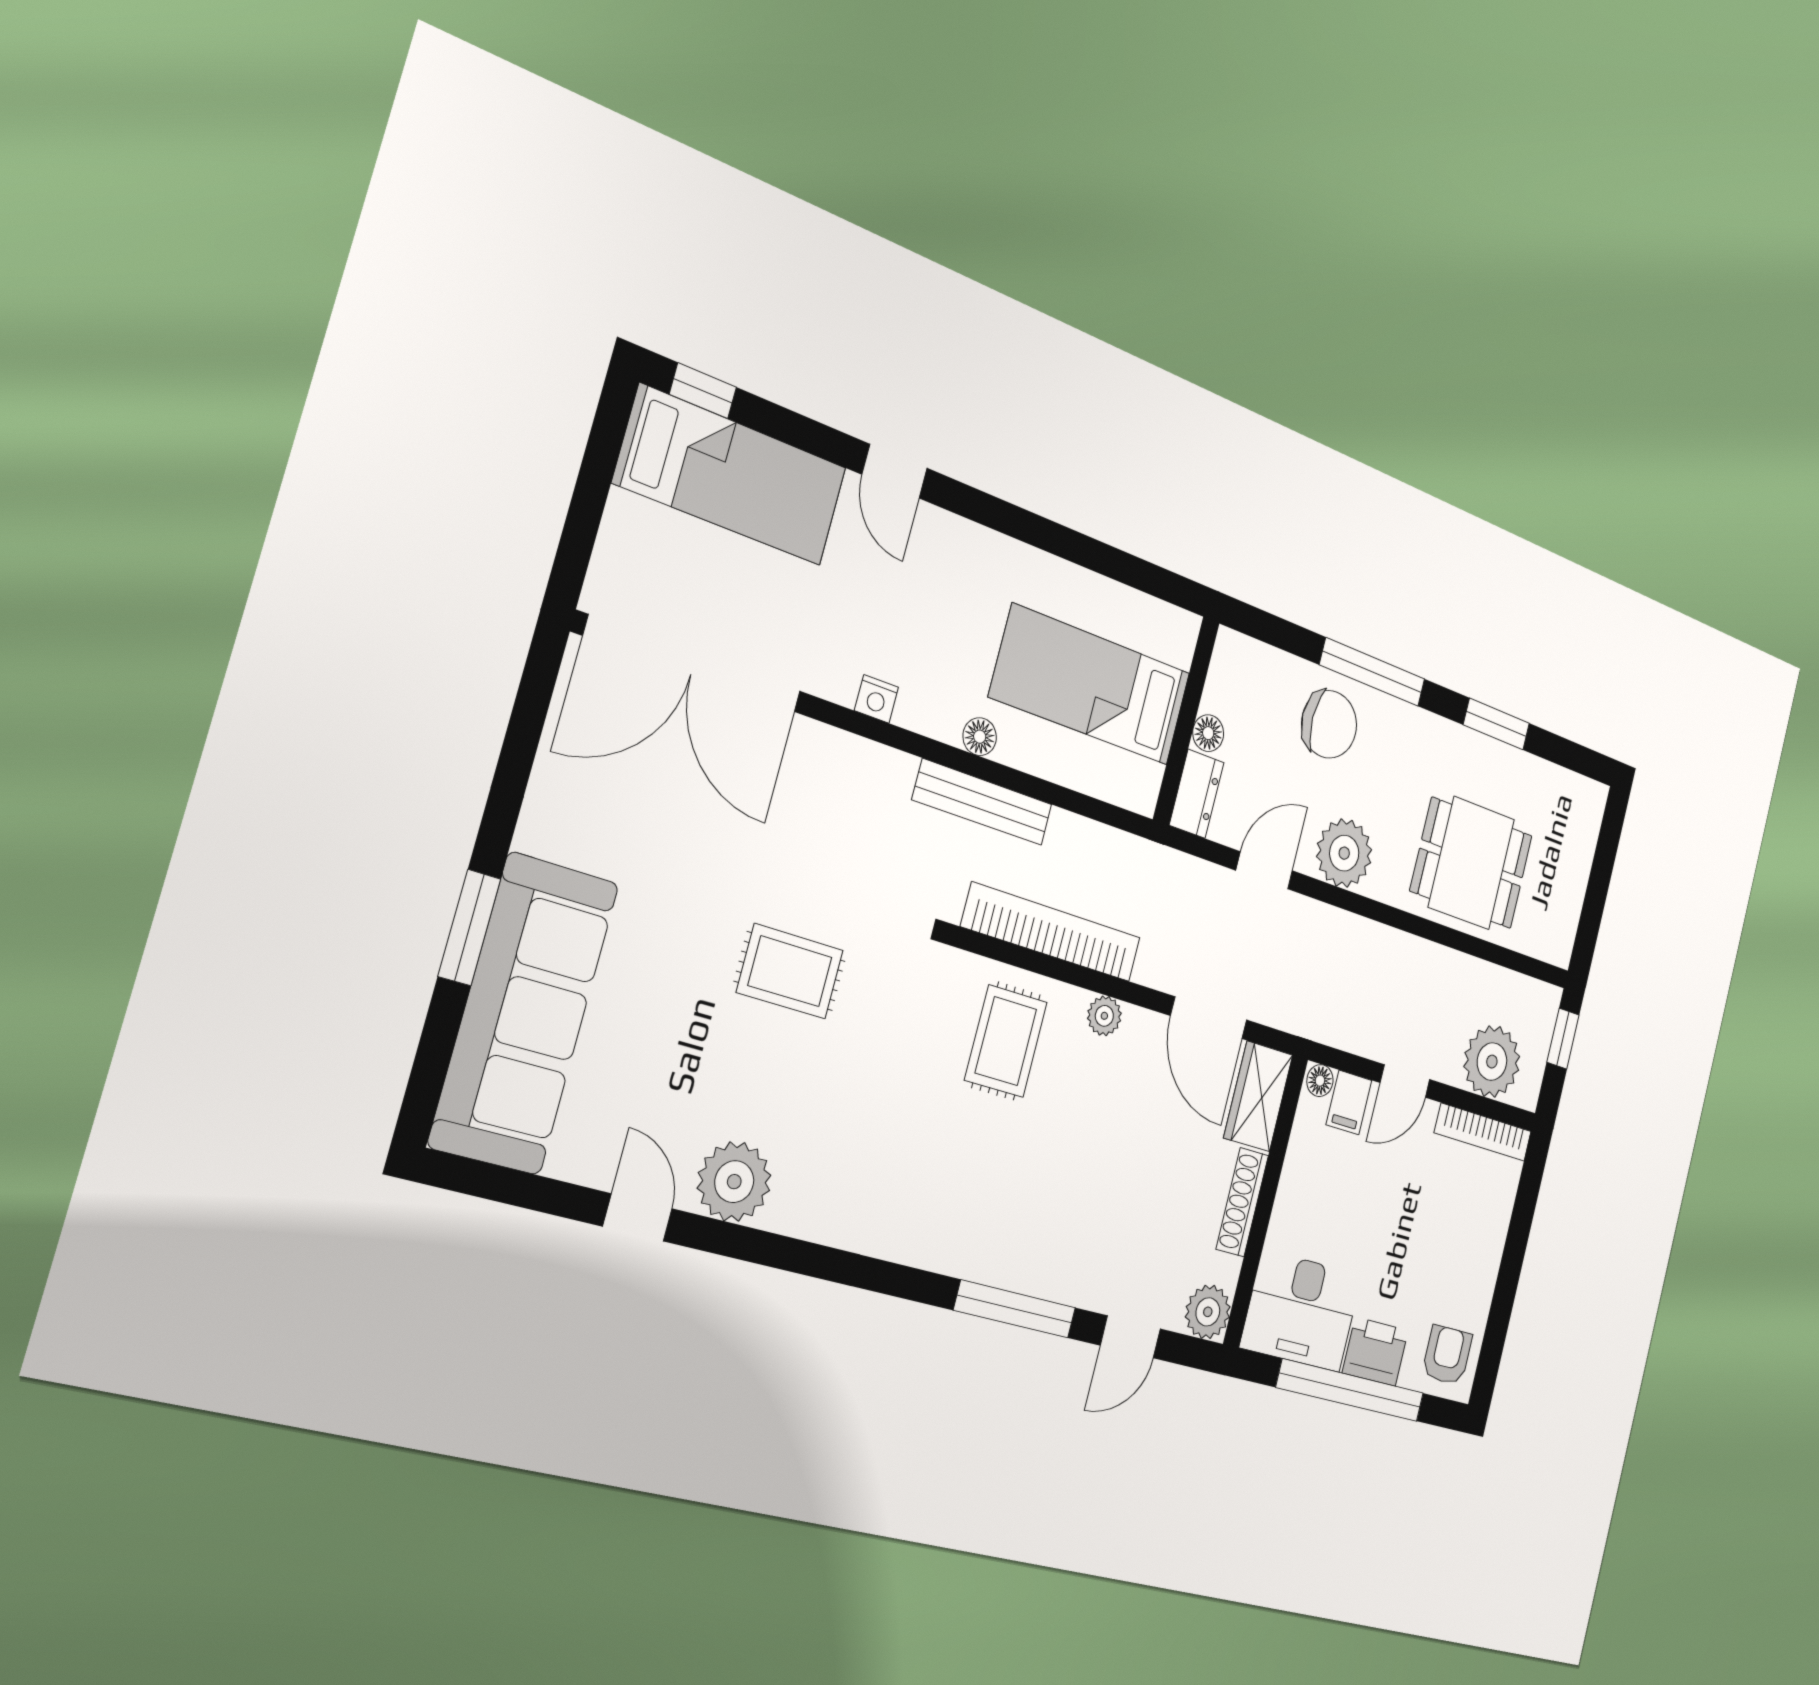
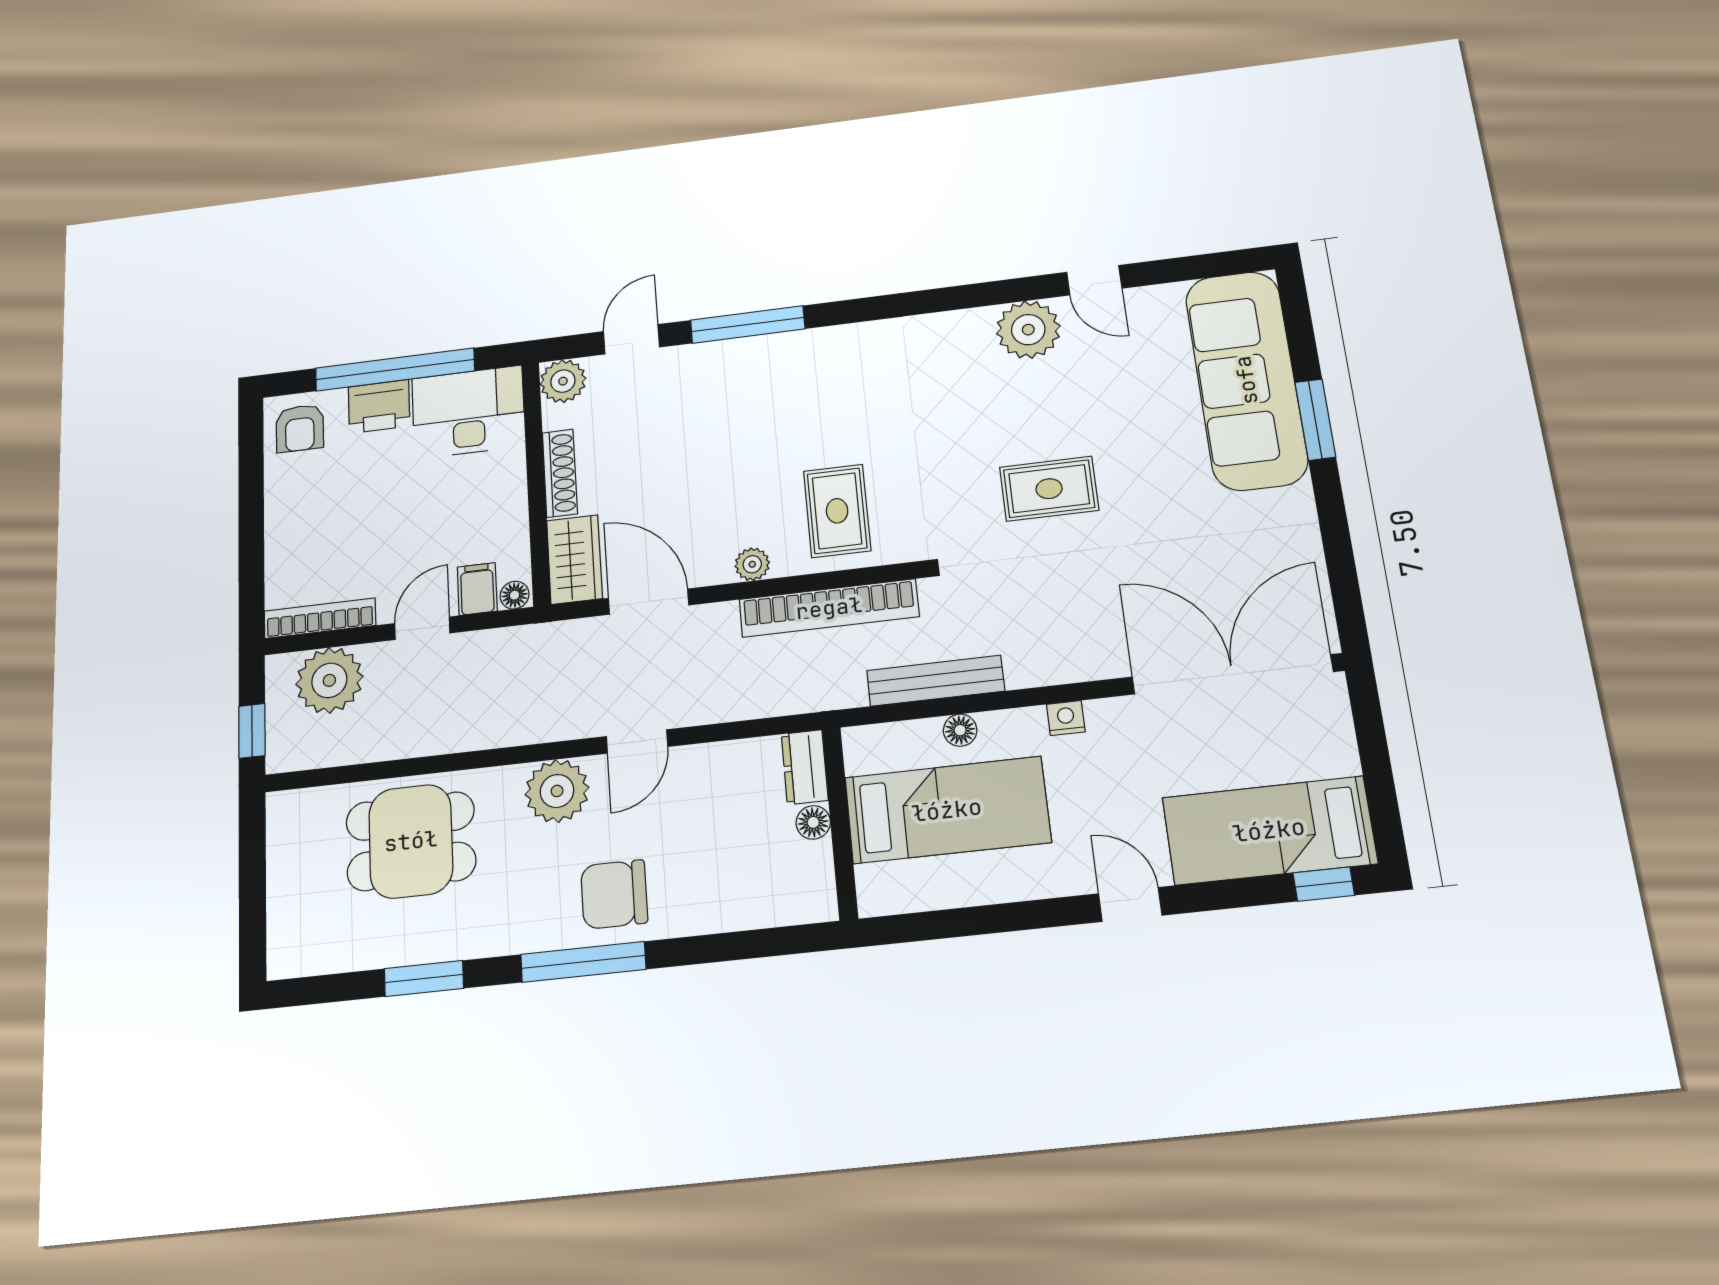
bed: (1091, 685) -> (947, 810), moved
wall: (1186, 721) -> (840, 823), moved
floor lamp: (1208, 733) -> (813, 822), moved
dresser: (1197, 794) -> (805, 767), moved

